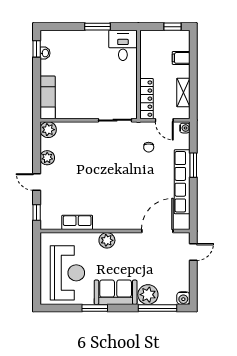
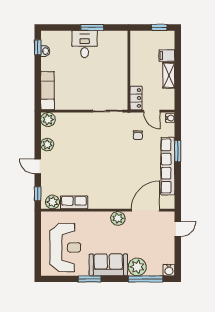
desk: (123, 45) -> (85, 44), moved
shelving: (183, 92) -> (169, 75), moved
locker: (147, 99) -> (136, 98), width x0.66
plant: (53, 222) -> (52, 202), added
plant: (107, 240) -> (118, 218), moved

